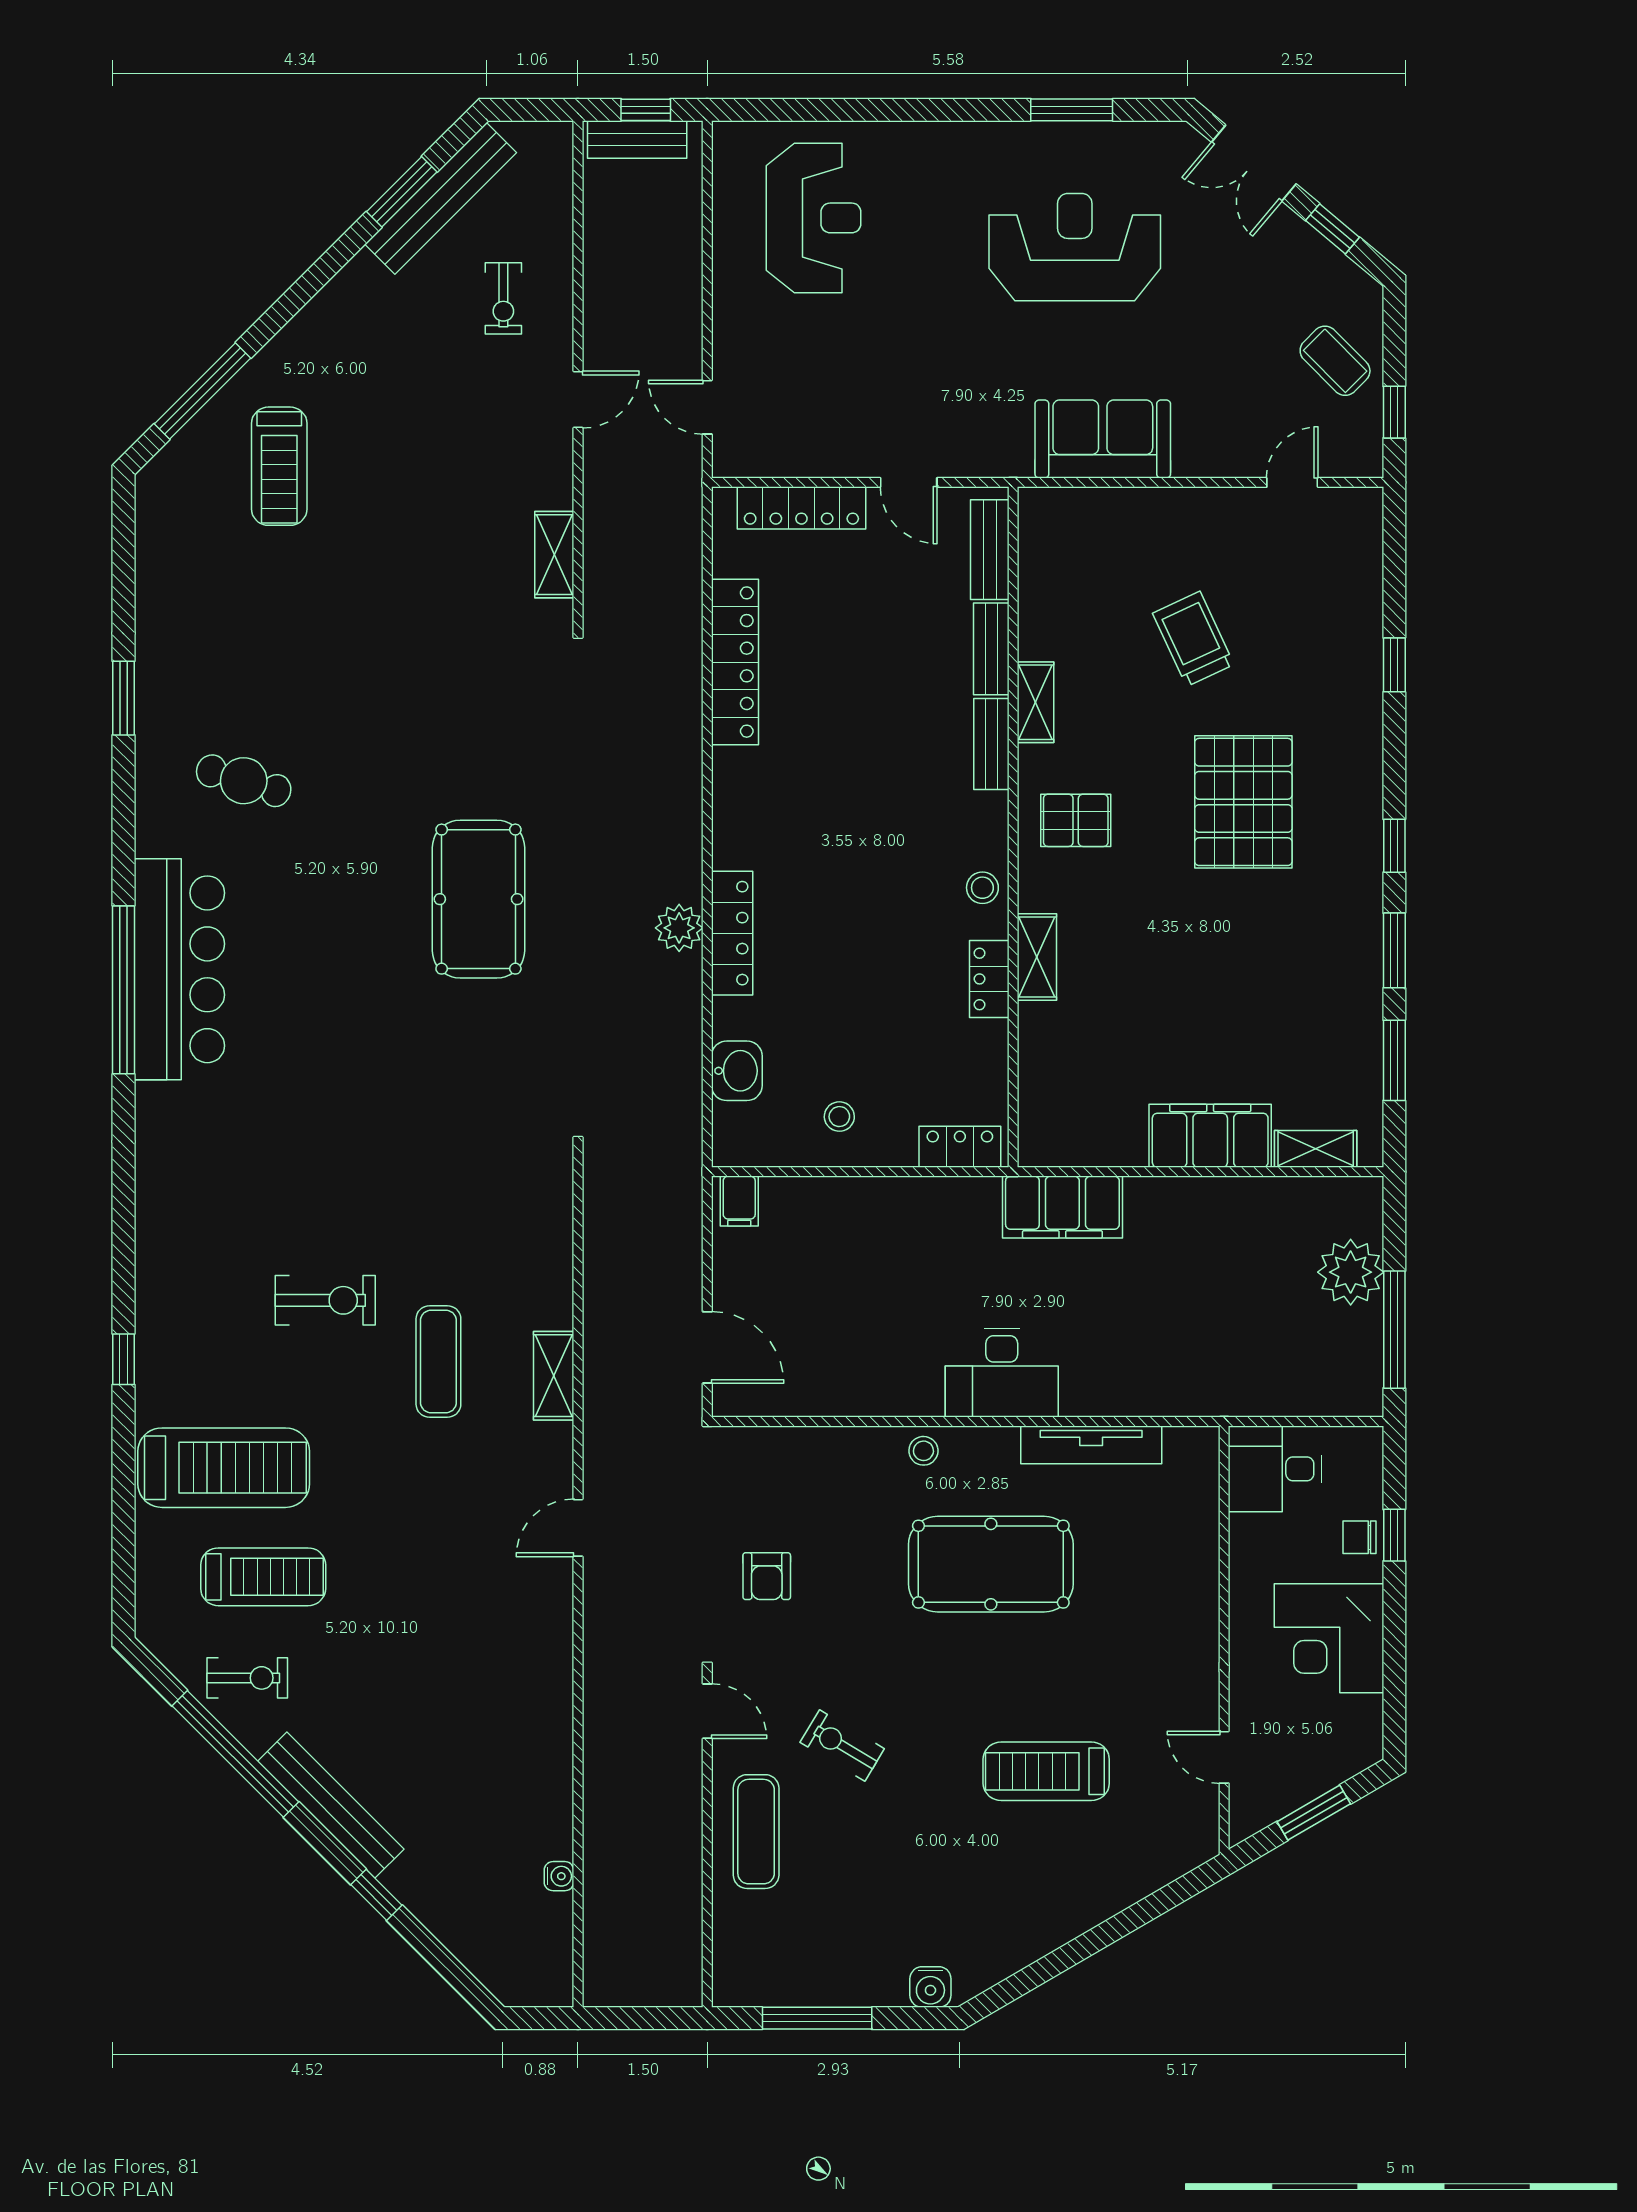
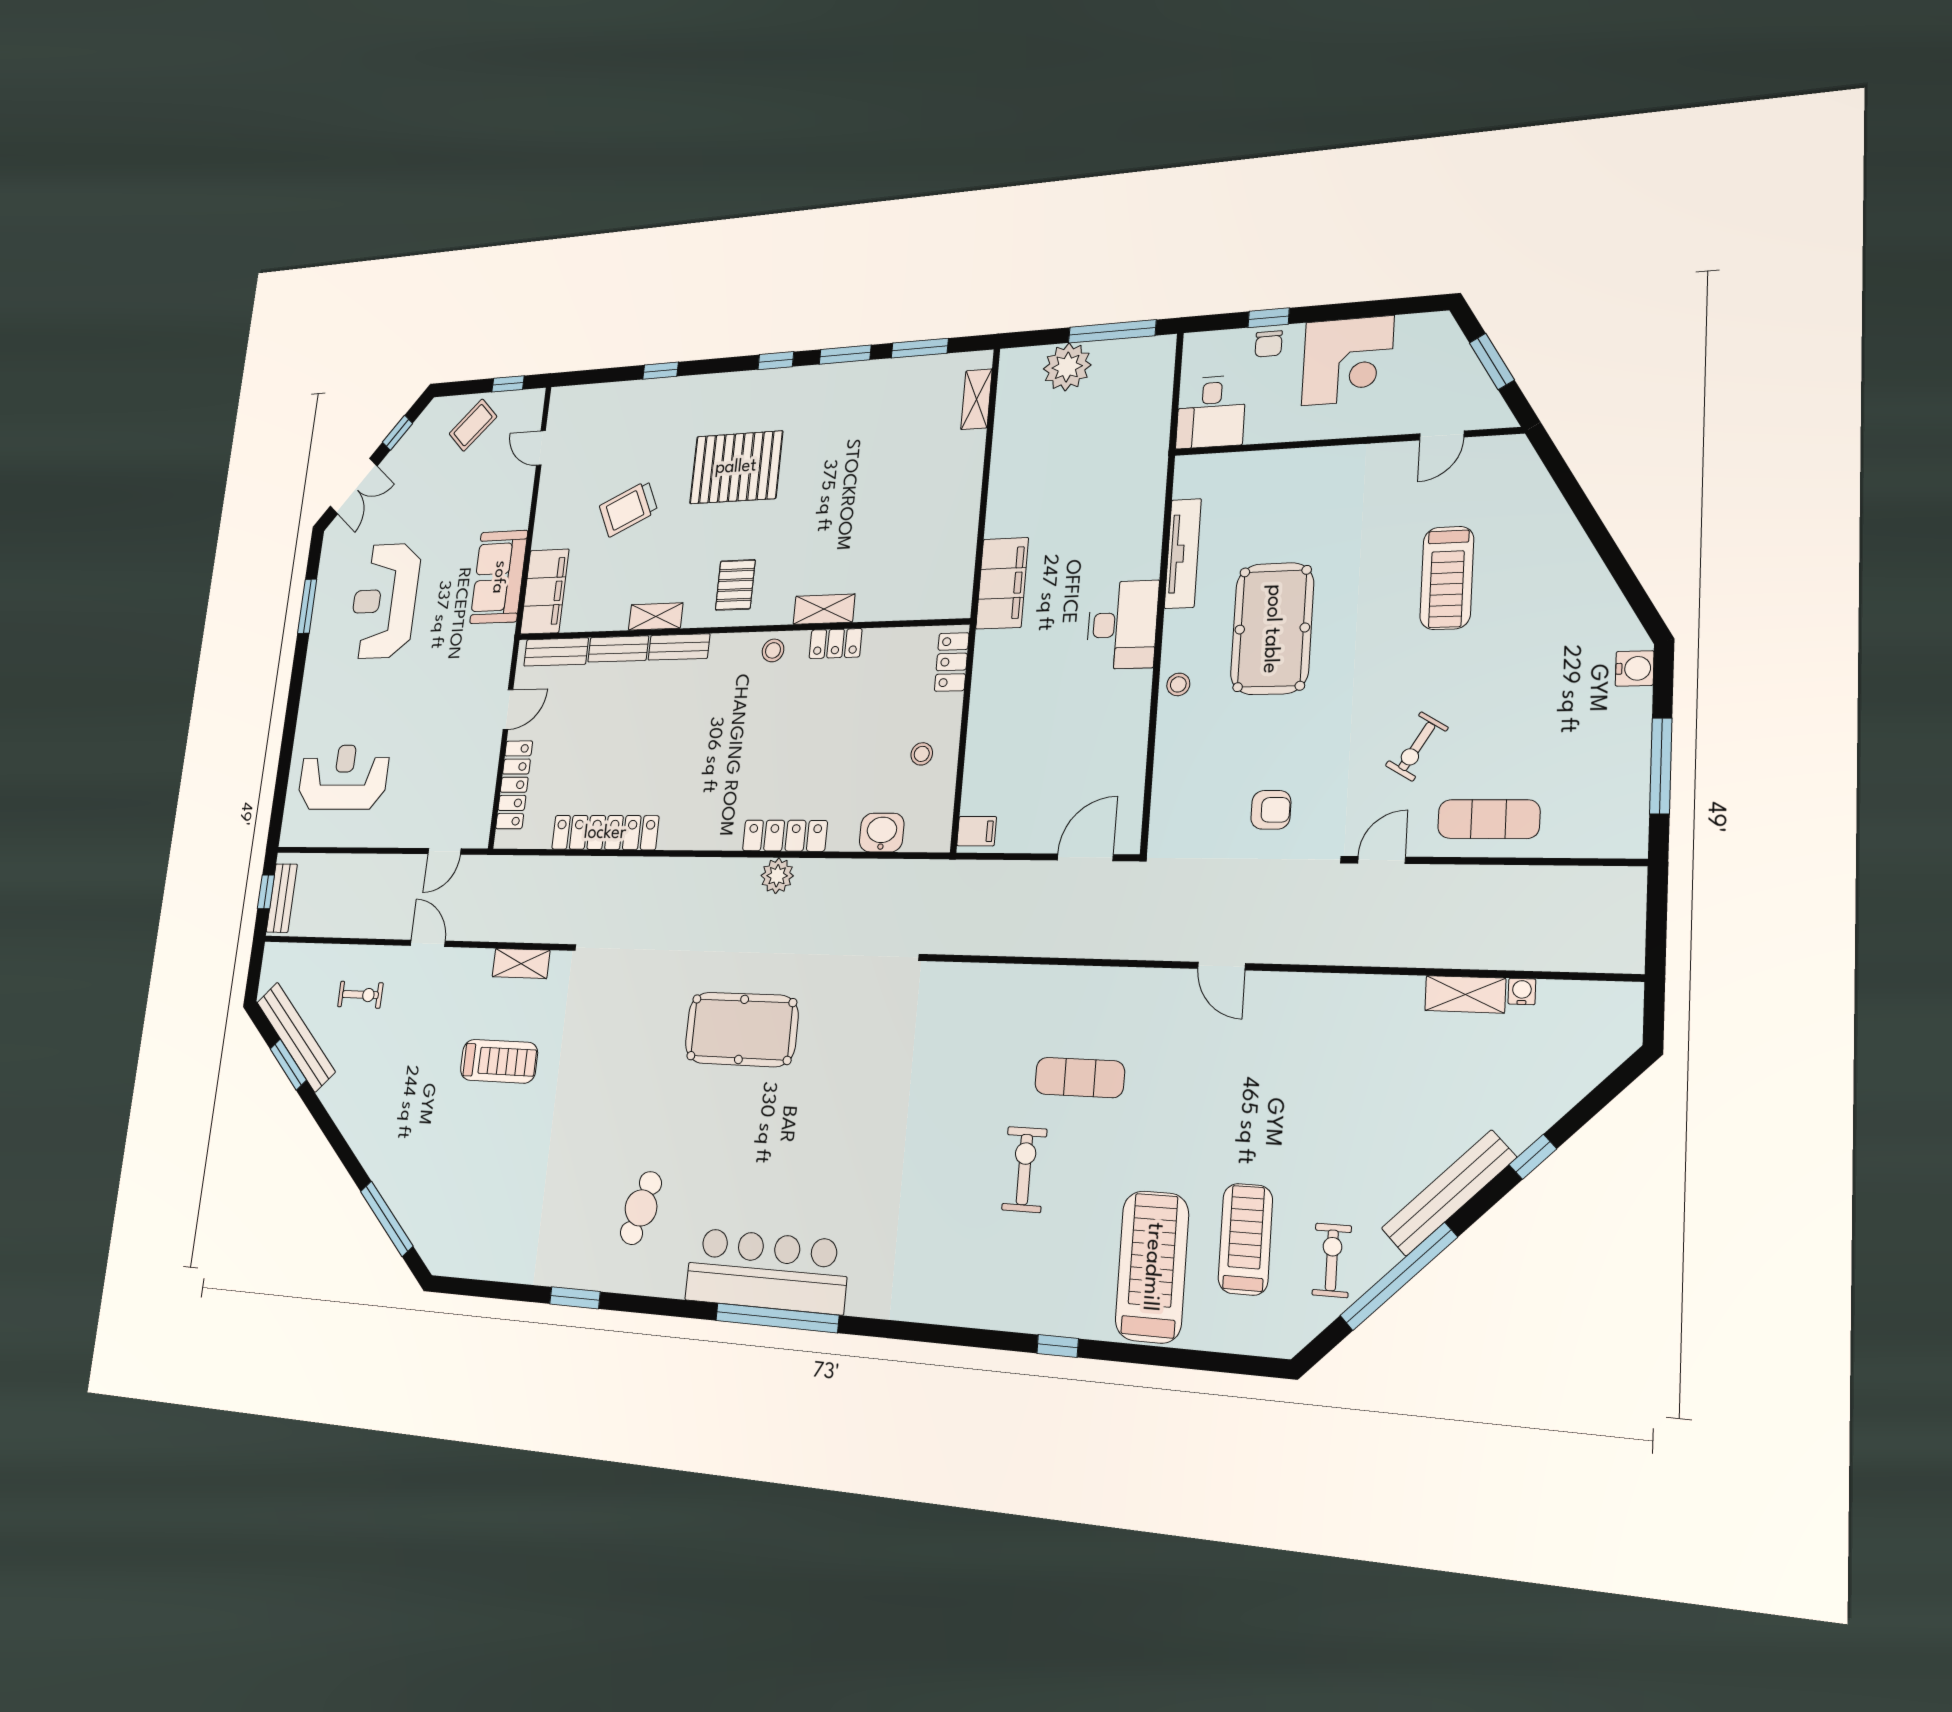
treadmill: (279, 466) -> (499, 1061), moved
filing cabinet: (1210, 1136) -> (545, 591), moved, turned 180
shelving: (554, 1376) -> (1465, 994), moved

